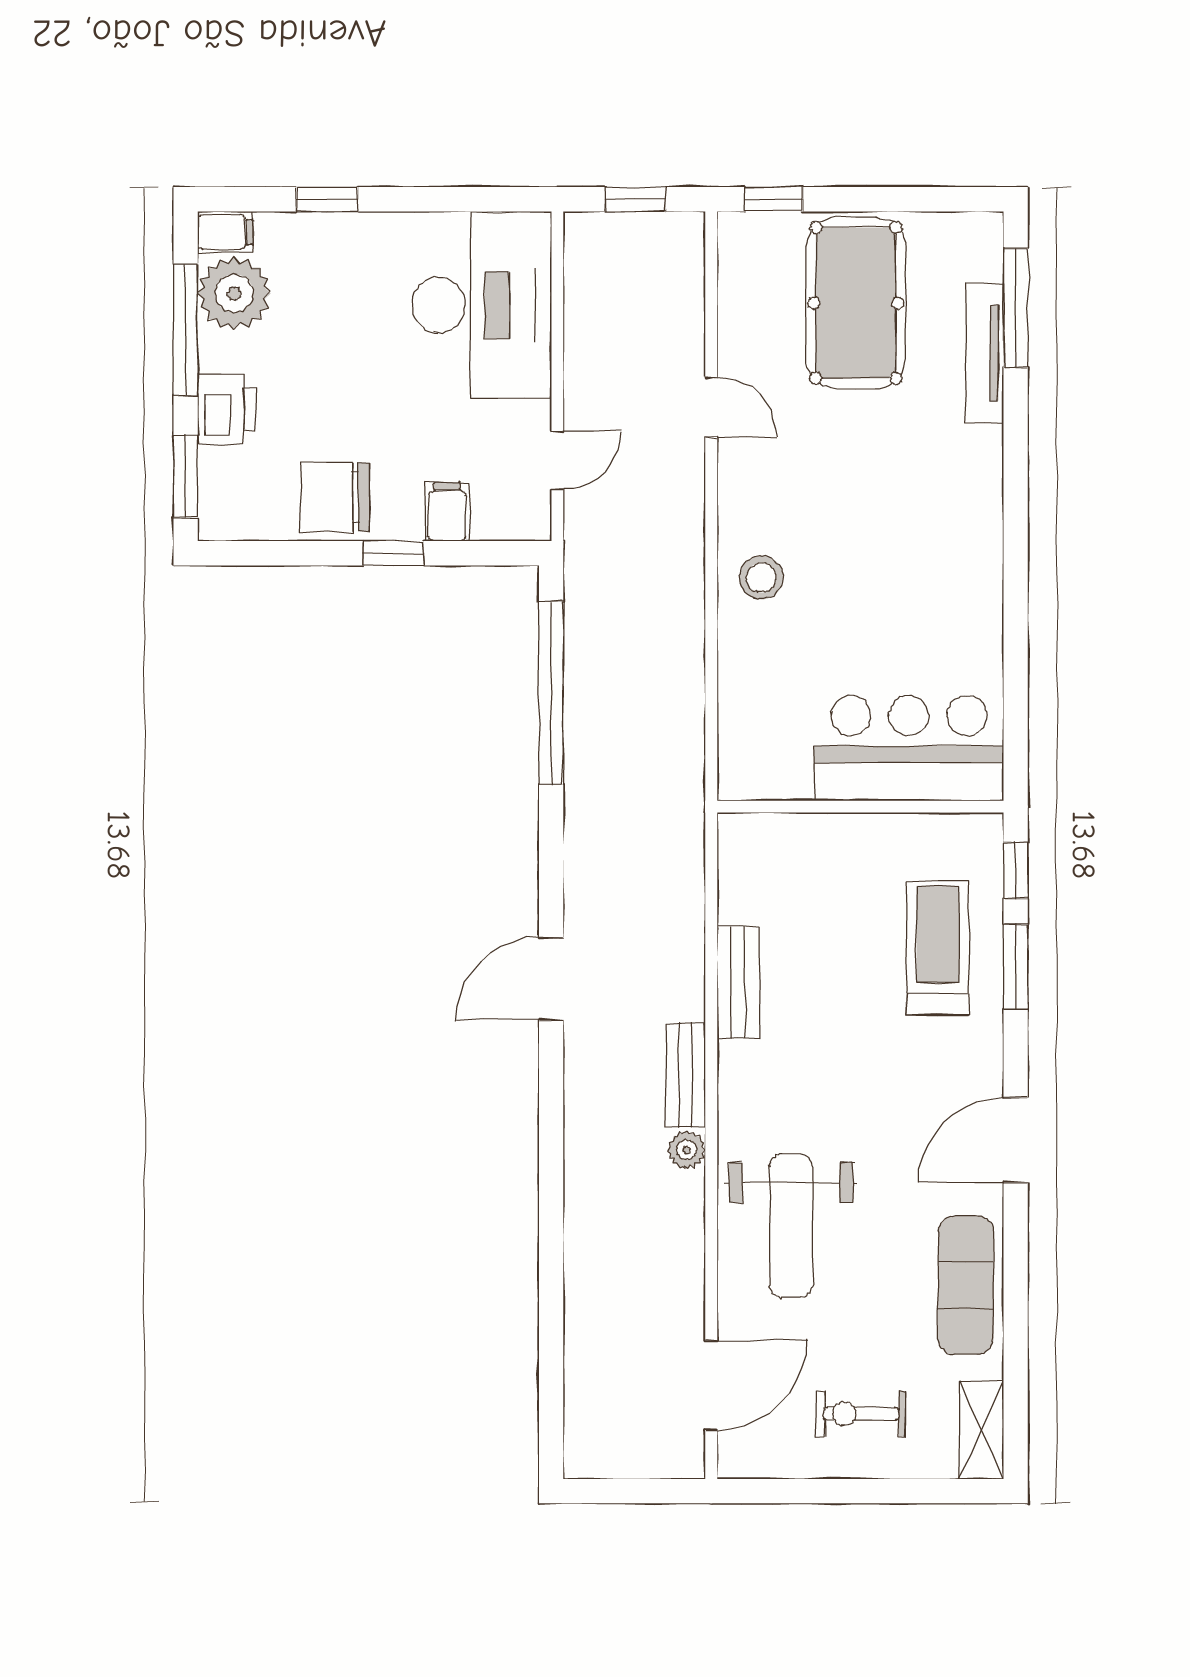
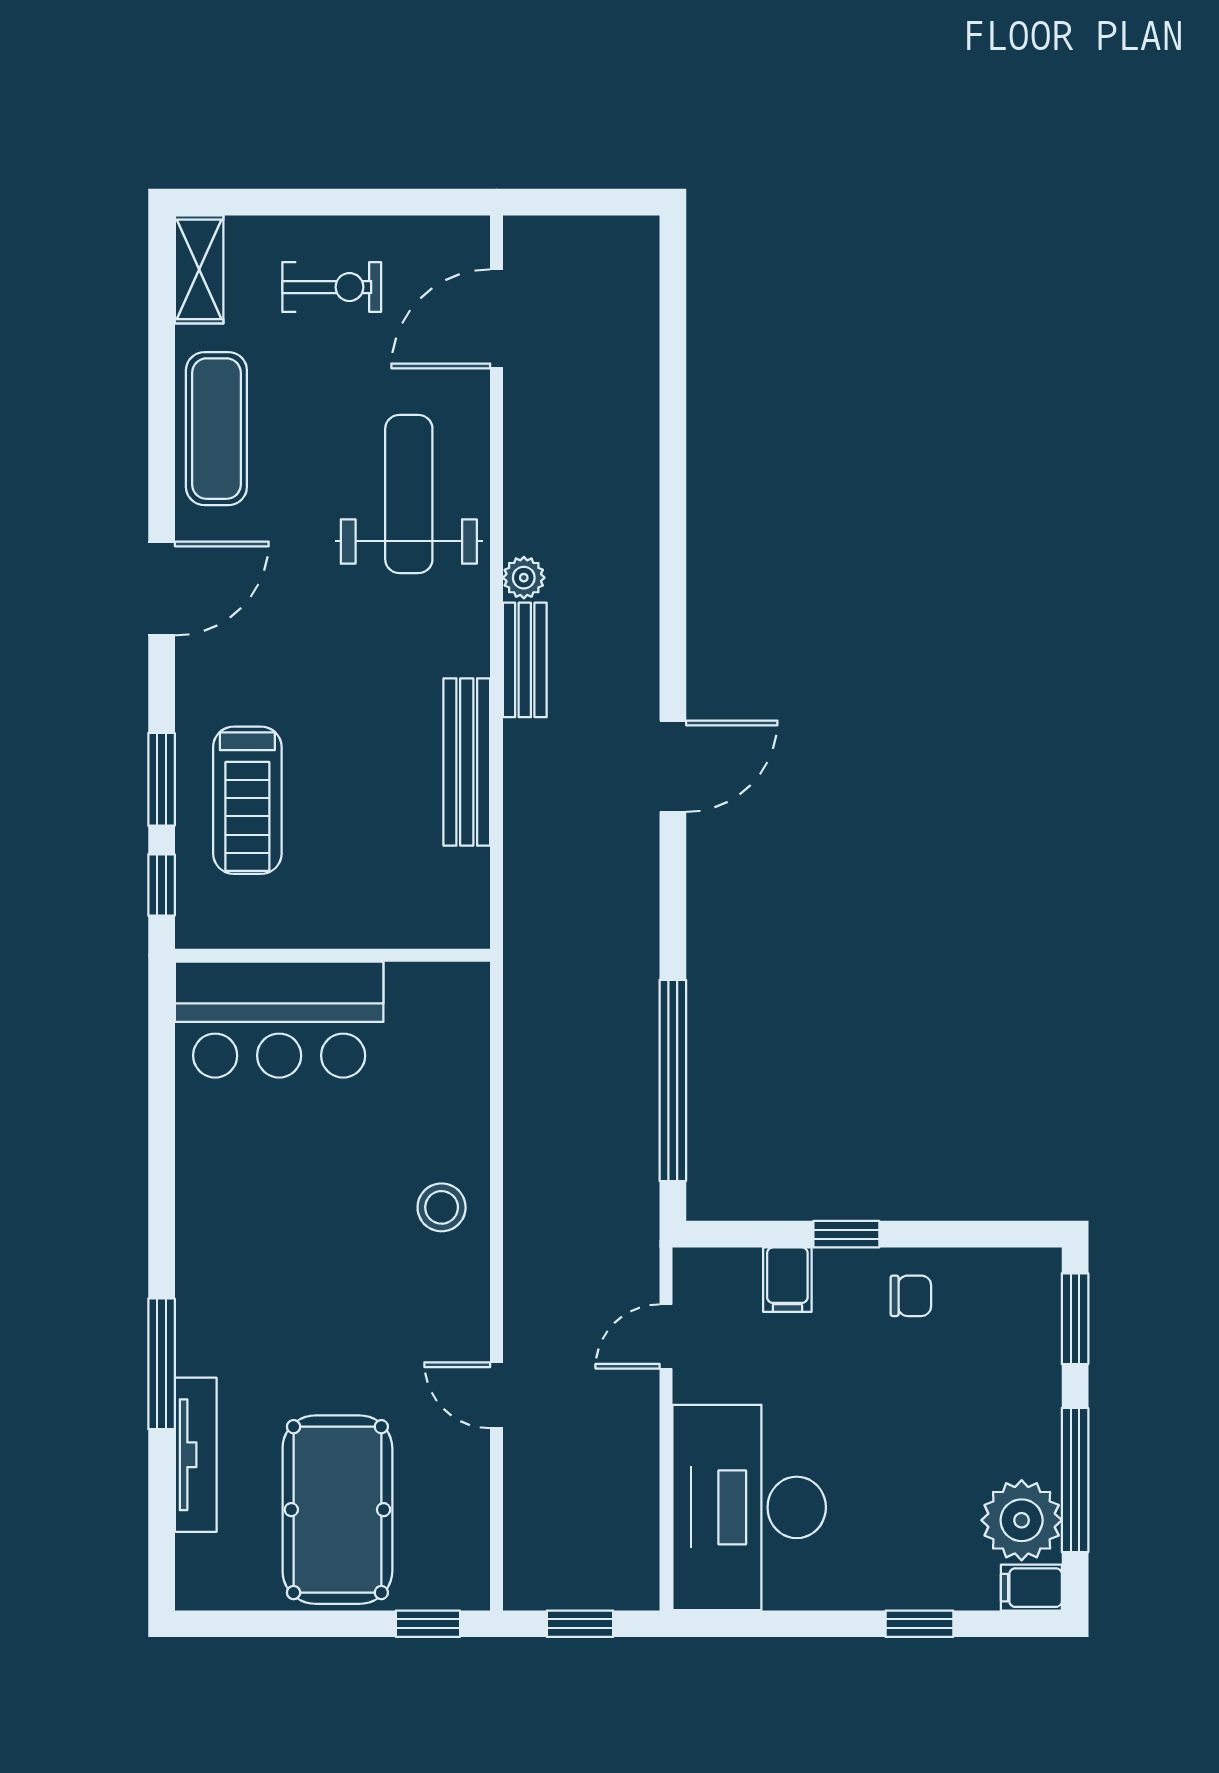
window: (1016, 308) -> (162, 1364), moved
printer: (227, 409) -> (1030, 1393), removed
chair: (335, 497) -> (911, 1296), width x0.54, depth x0.54
bench: (738, 982) -> (467, 762), width x1.36

